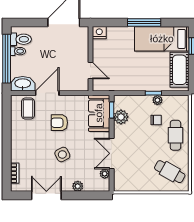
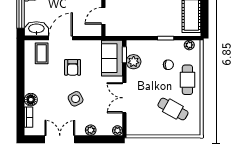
door: (90, 71) -> (103, 16), swing flipped
plant: (157, 100) -> (189, 45), moved
armchair: (59, 123) -> (73, 67), turned -90
floor lamp: (17, 155) -> (31, 100), added
cafe table: (170, 172) -> (173, 109), moved
plant: (105, 174) -> (117, 131), moved

